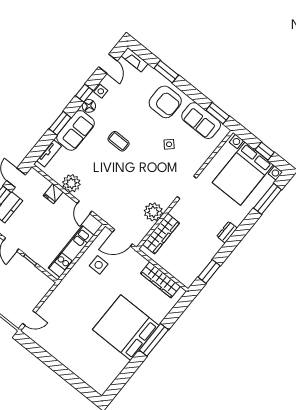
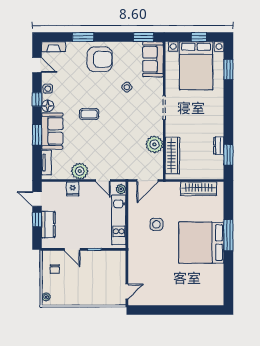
sofa: (201, 121) -> (153, 59), moved, turned 90
window: (268, 199) -> (228, 69), width x0.69
plant: (94, 227) -> (121, 189), added
dresser: (227, 232) -> (219, 146), moved
side table: (99, 265) -> (156, 224), moved

